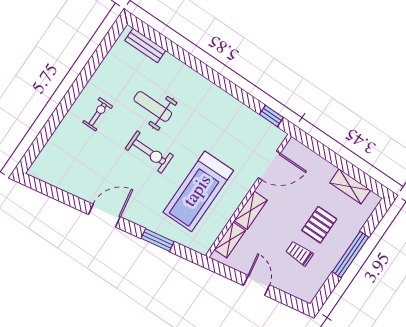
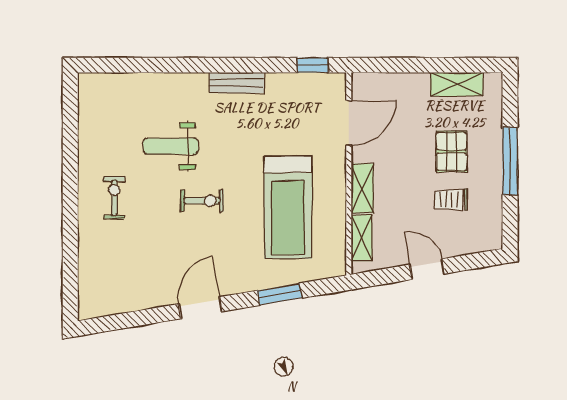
bench: (145, 45) -> (237, 83), moved
exercise bike: (149, 152) -> (202, 201), width x0.73, depth x0.72

